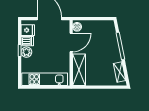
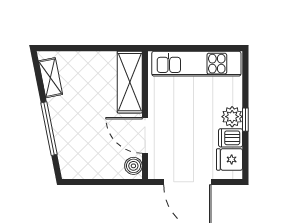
door: (71, 42) -> (145, 135), hinge flipped

